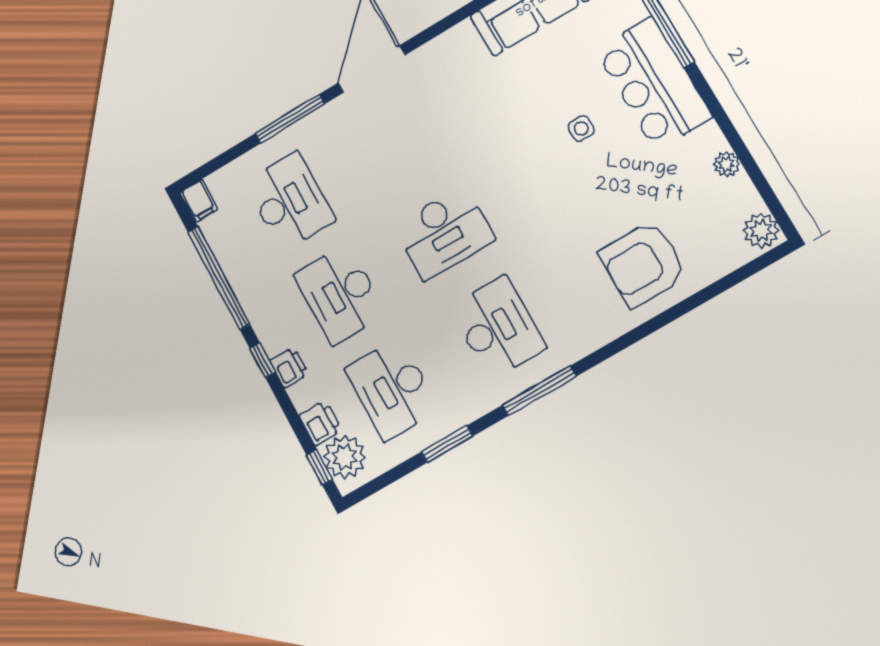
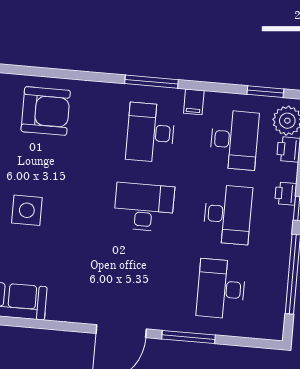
side table: (581, 129) -> (27, 210), width x1.87, depth x1.87
filing cabinet: (199, 201) -> (194, 102), moved, turned 180
window: (447, 444) -> (265, 92), moved

